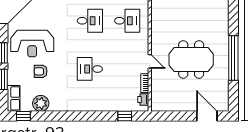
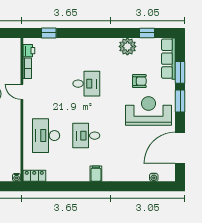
desk: (127, 21) -> (46, 136), width x1.37
row of seats: (14, 98) -> (168, 59), width x1.48
plant: (41, 103) -> (127, 46), moved
window: (23, 116) -> (147, 33), moved

